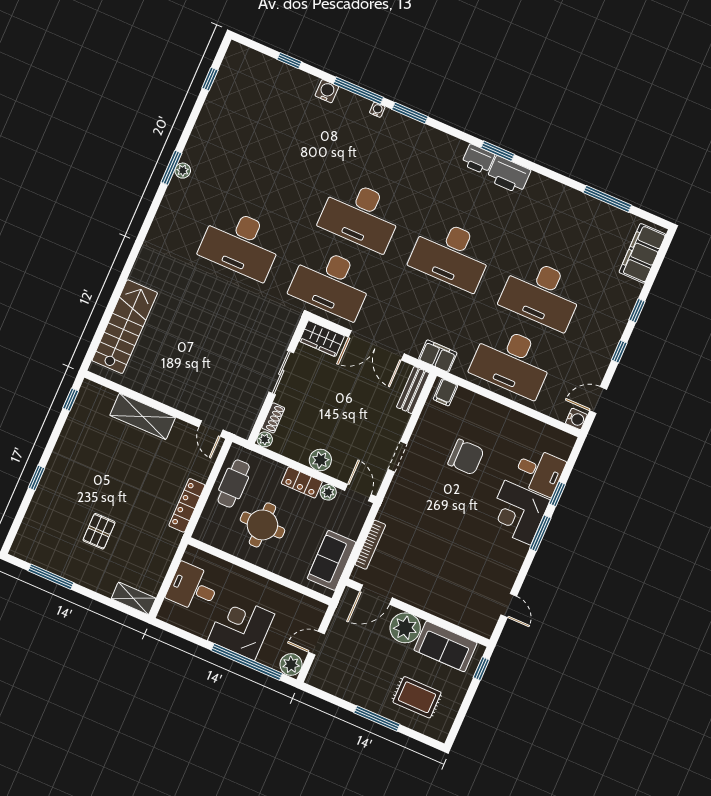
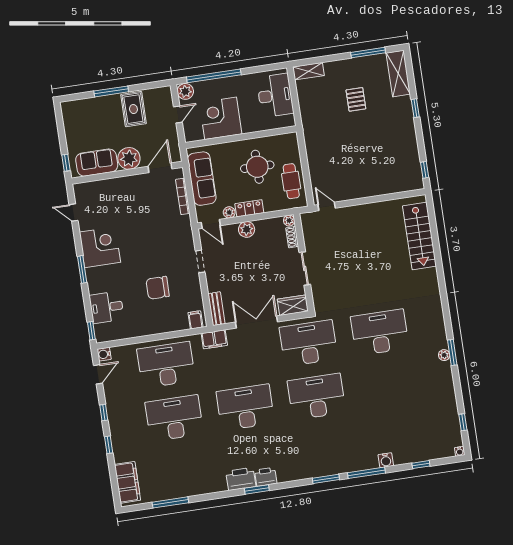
water cooler: (377, 110) -> (460, 451), moved
shelving: (143, 416) -> (398, 74), moved, turned 90
window: (557, 494) -> (91, 331), moved
locker: (187, 505) -> (312, 149), removed
corner desk: (518, 513) -> (100, 247), moved
sofa: (332, 560) -> (202, 179), width x1.36
desk: (193, 588) -> (275, 95), width x1.37
corner desk: (241, 627) -> (221, 118), moved, turned 180
rug: (417, 697) -> (133, 109), moved, turned 90

